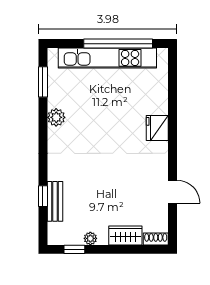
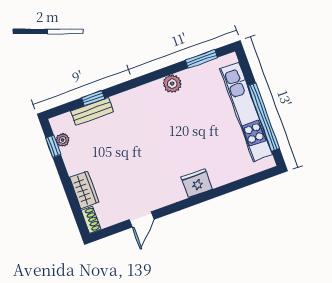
plant: (90, 238) -> (63, 140), moved

